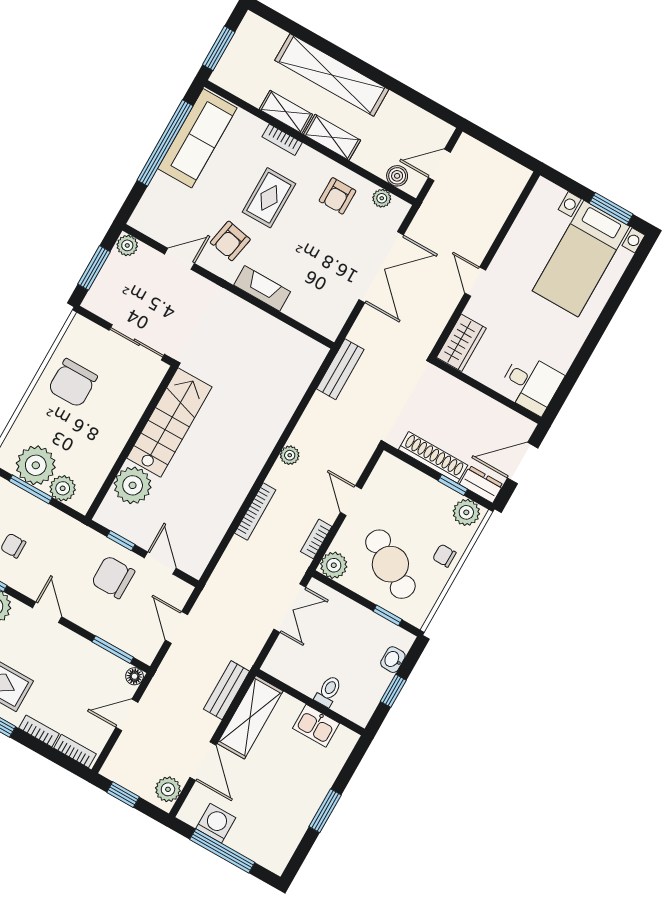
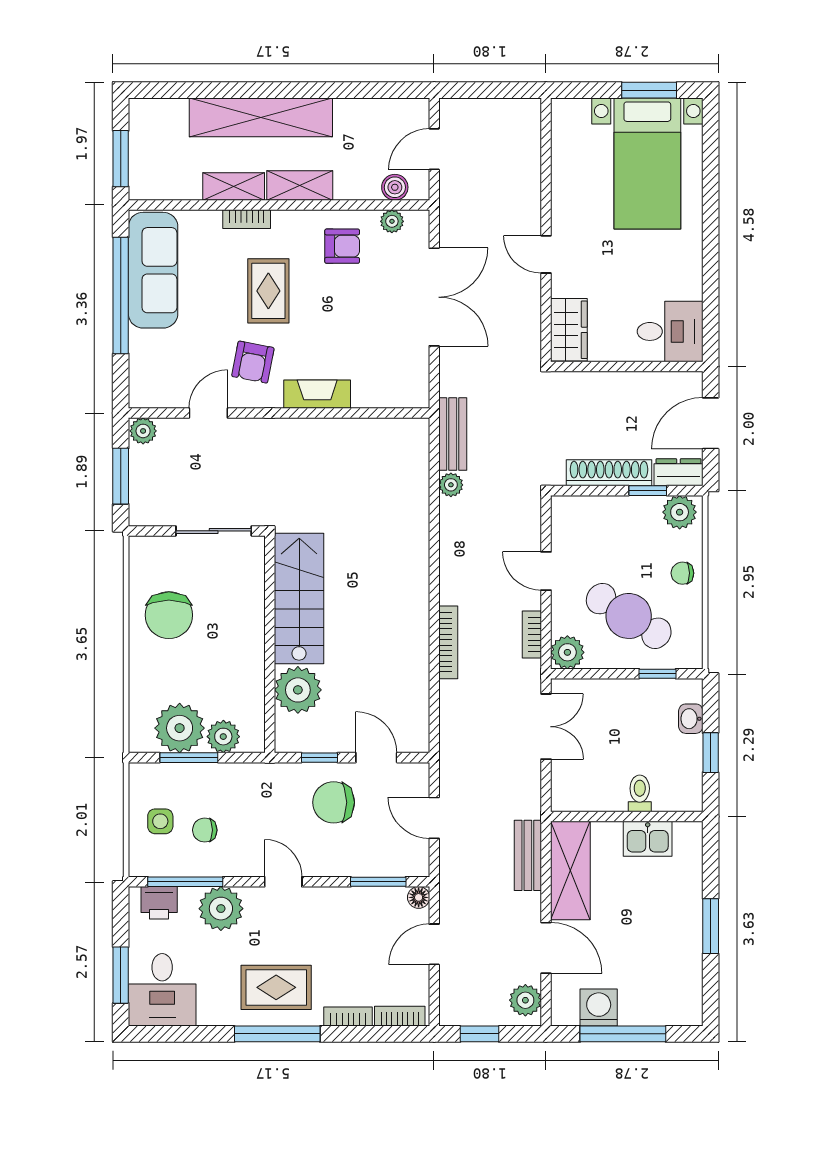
armchair: (338, 196) -> (342, 246), turned -90
plant: (290, 455) -> (451, 485), moved

